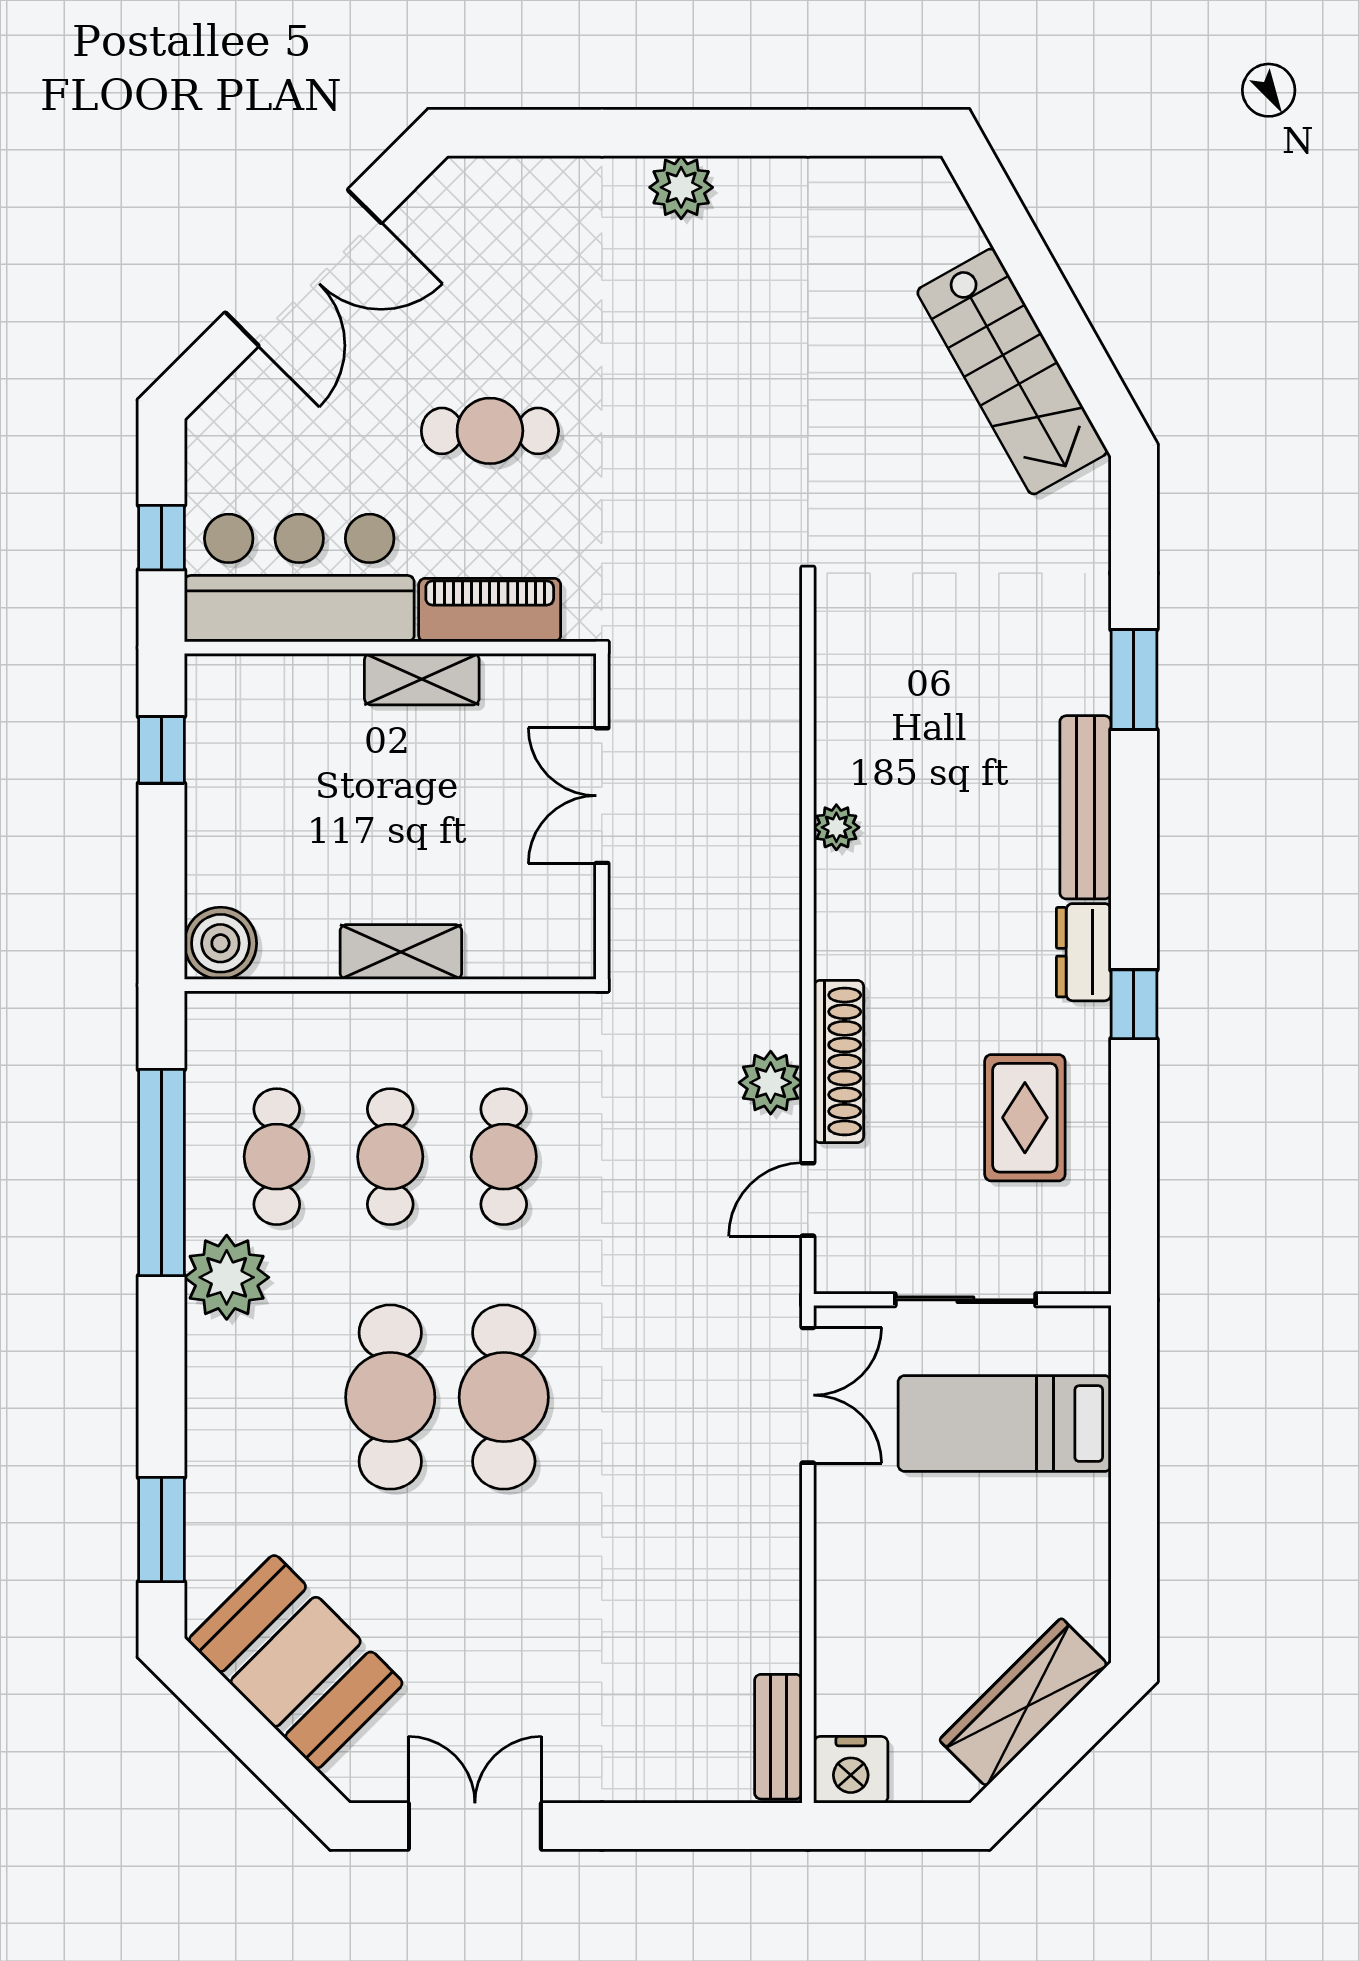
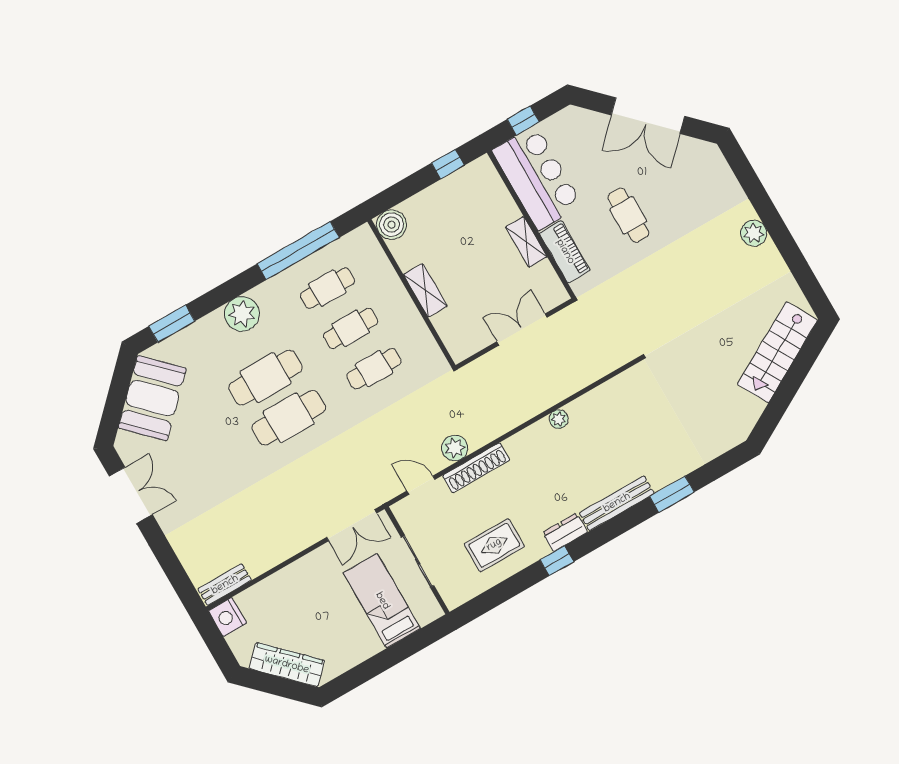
stairs: (1012, 371) -> (777, 352), moved
plant: (227, 1277) -> (242, 314), moved

